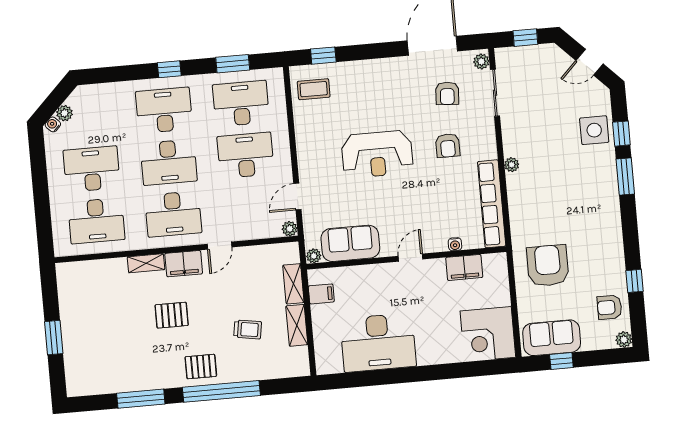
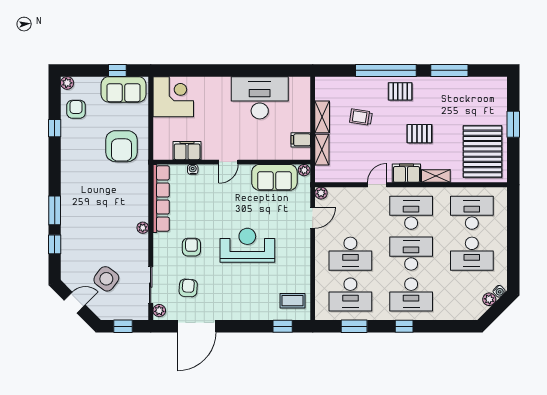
side table: (594, 130) -> (106, 279), moved, turned 36
pallet: (90, 300) -> (482, 151), added
armchair: (610, 307) -> (76, 109), turned -90

